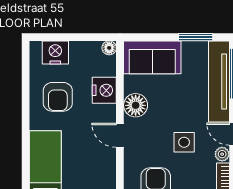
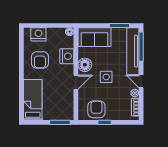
door: (120, 135) -> (76, 82), swing flipped
side table: (184, 142) -> (106, 77), moved

